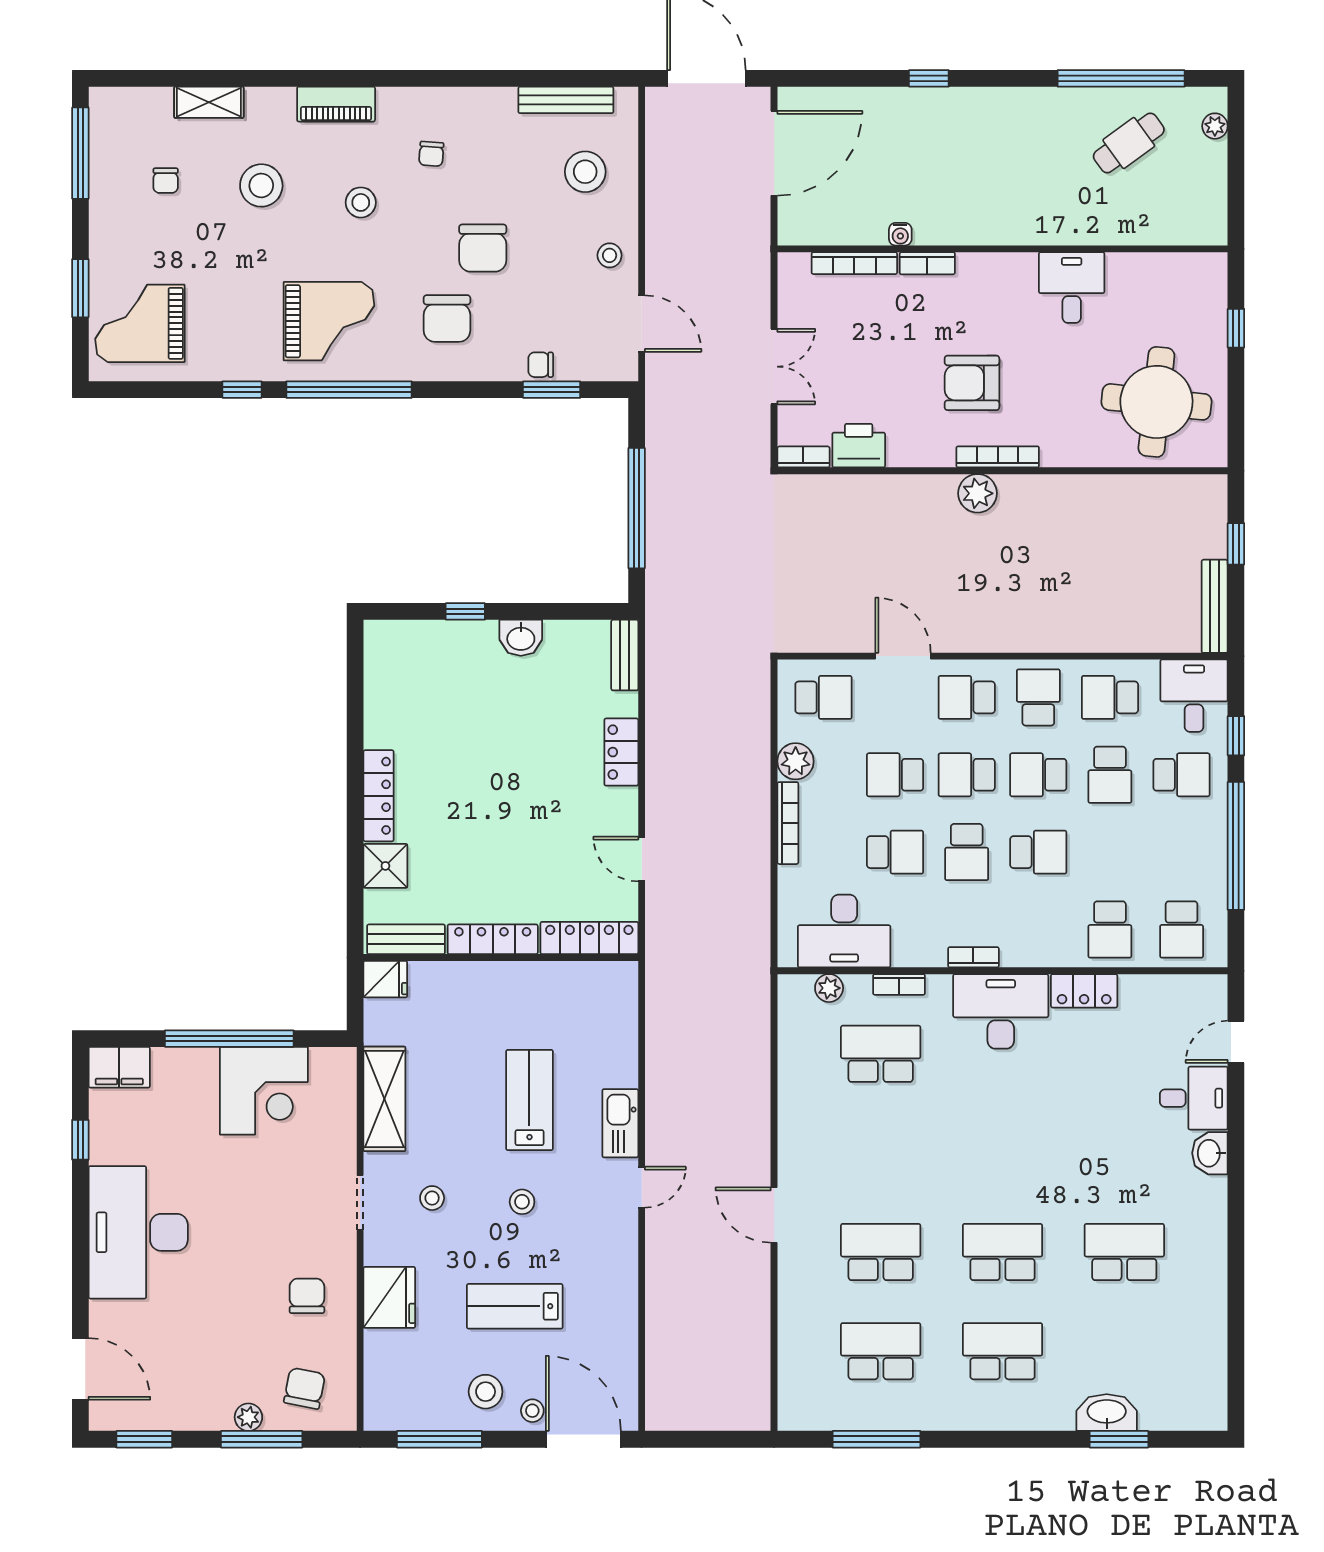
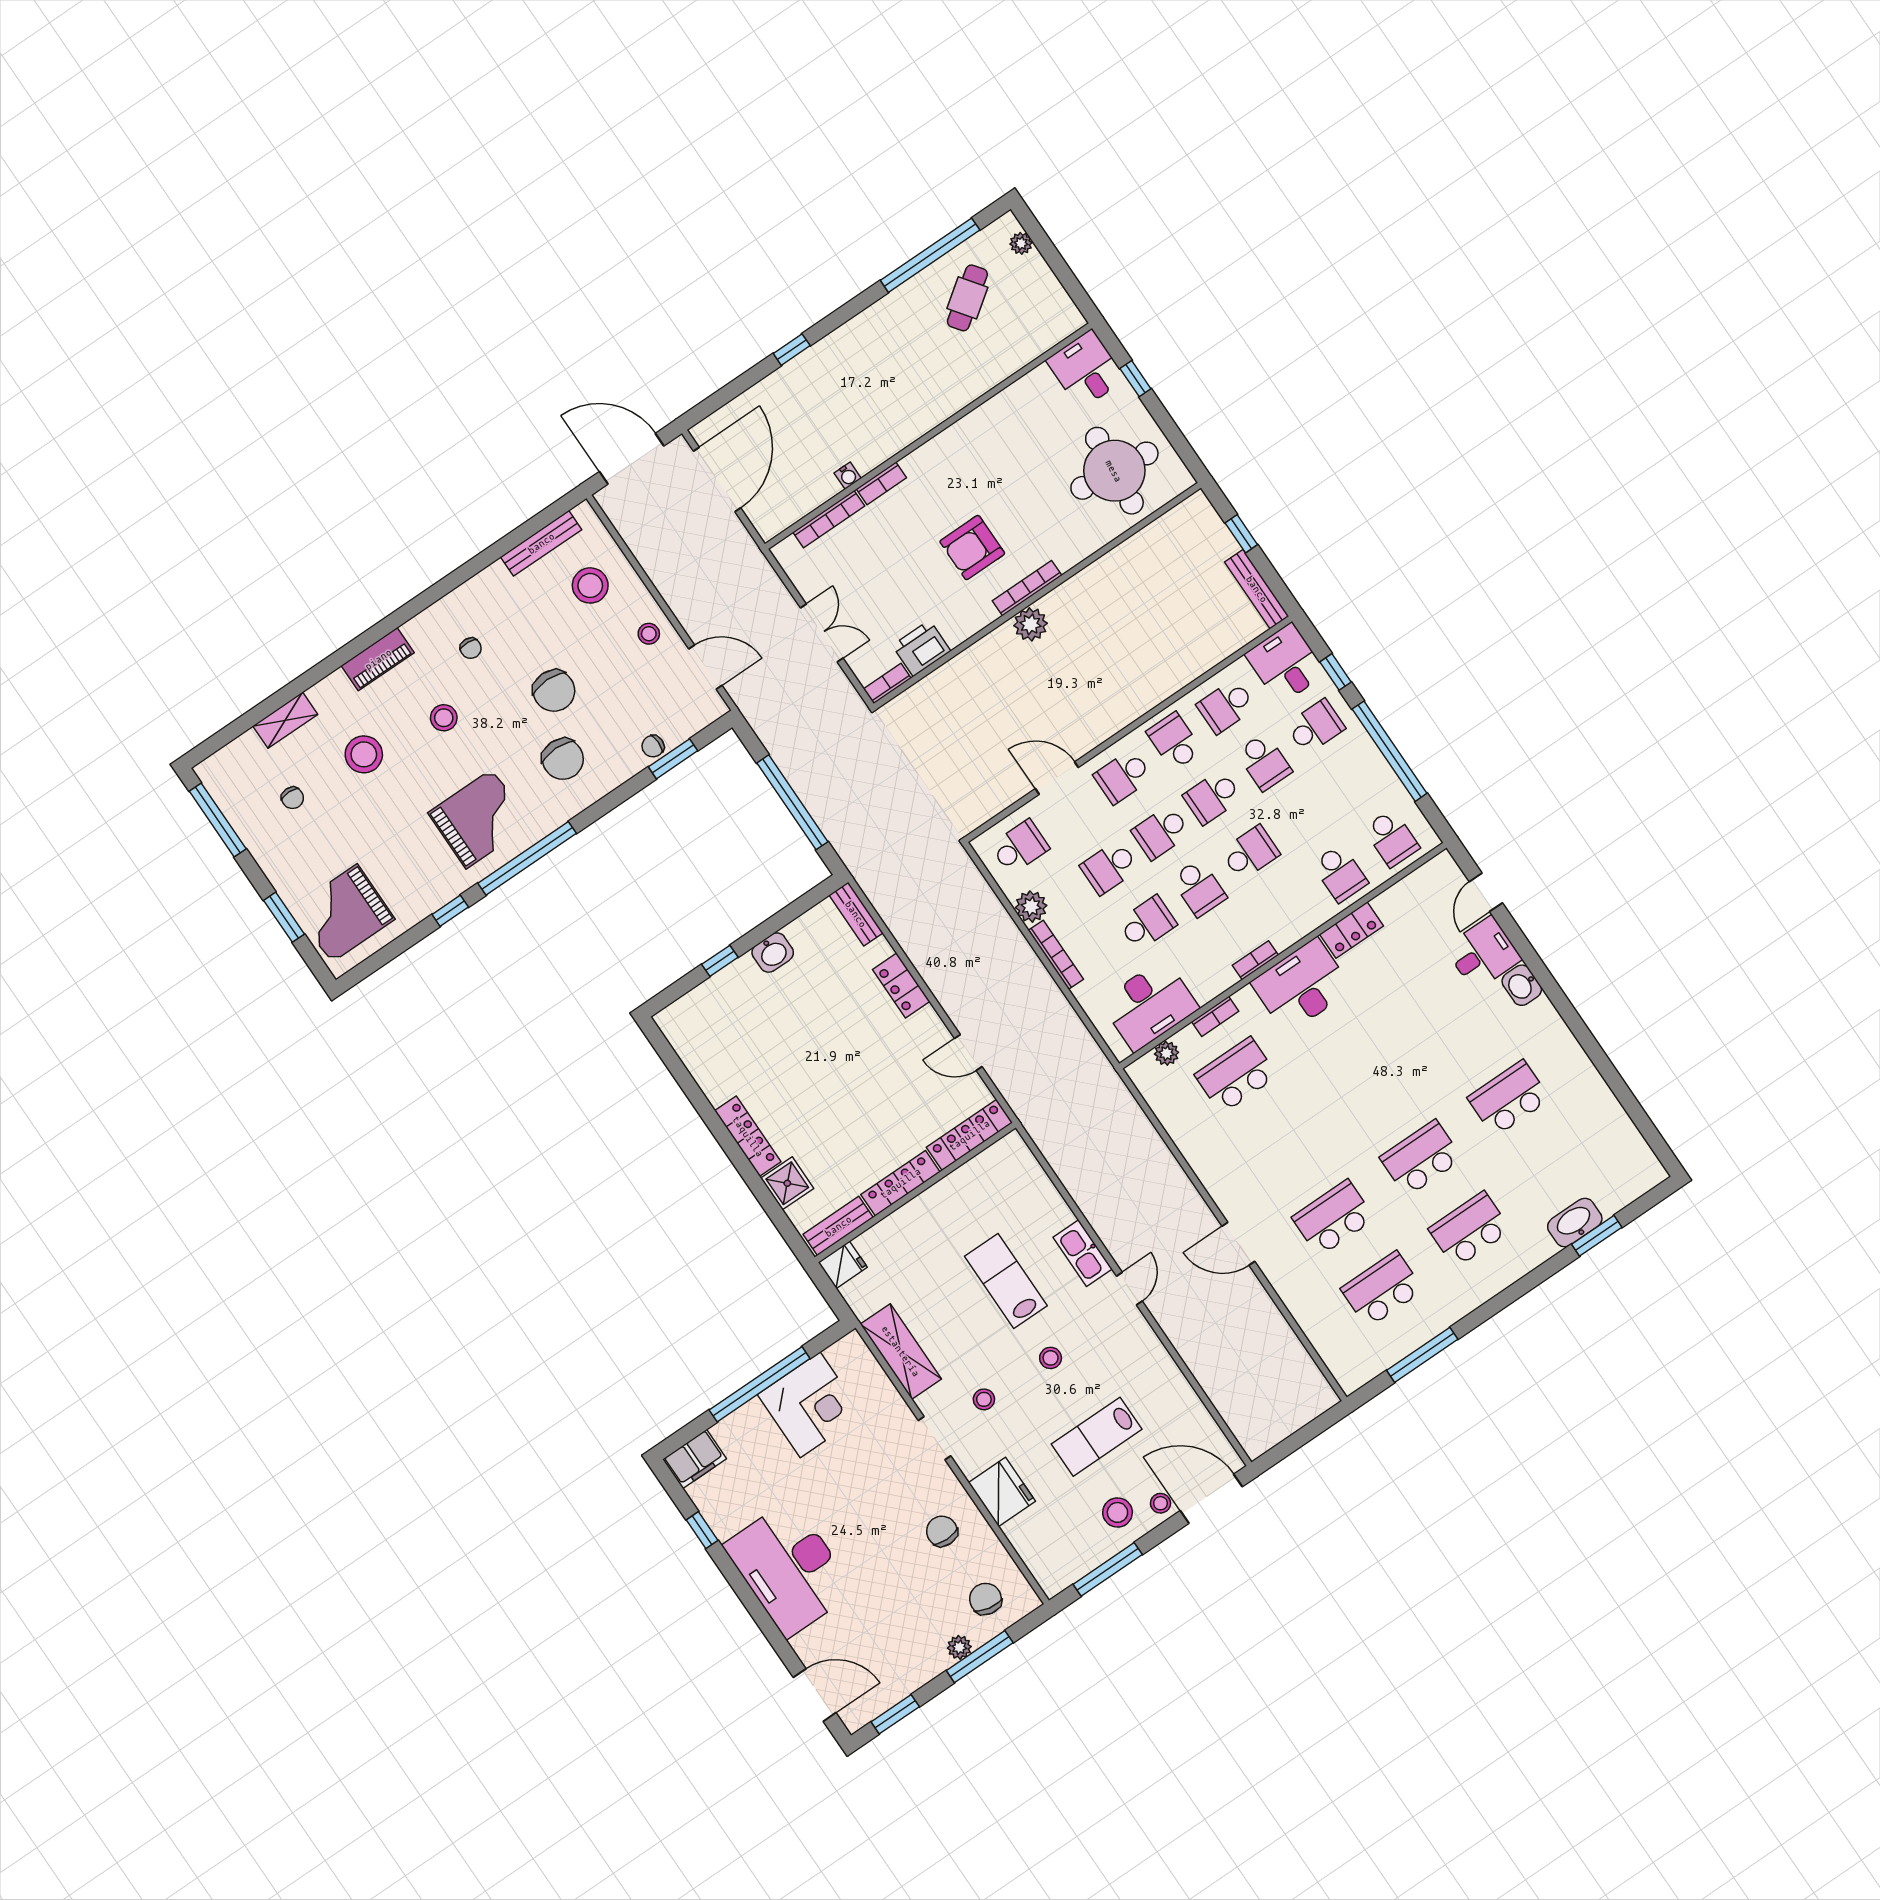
desk: (1072, 288) -> (1086, 370), moved

